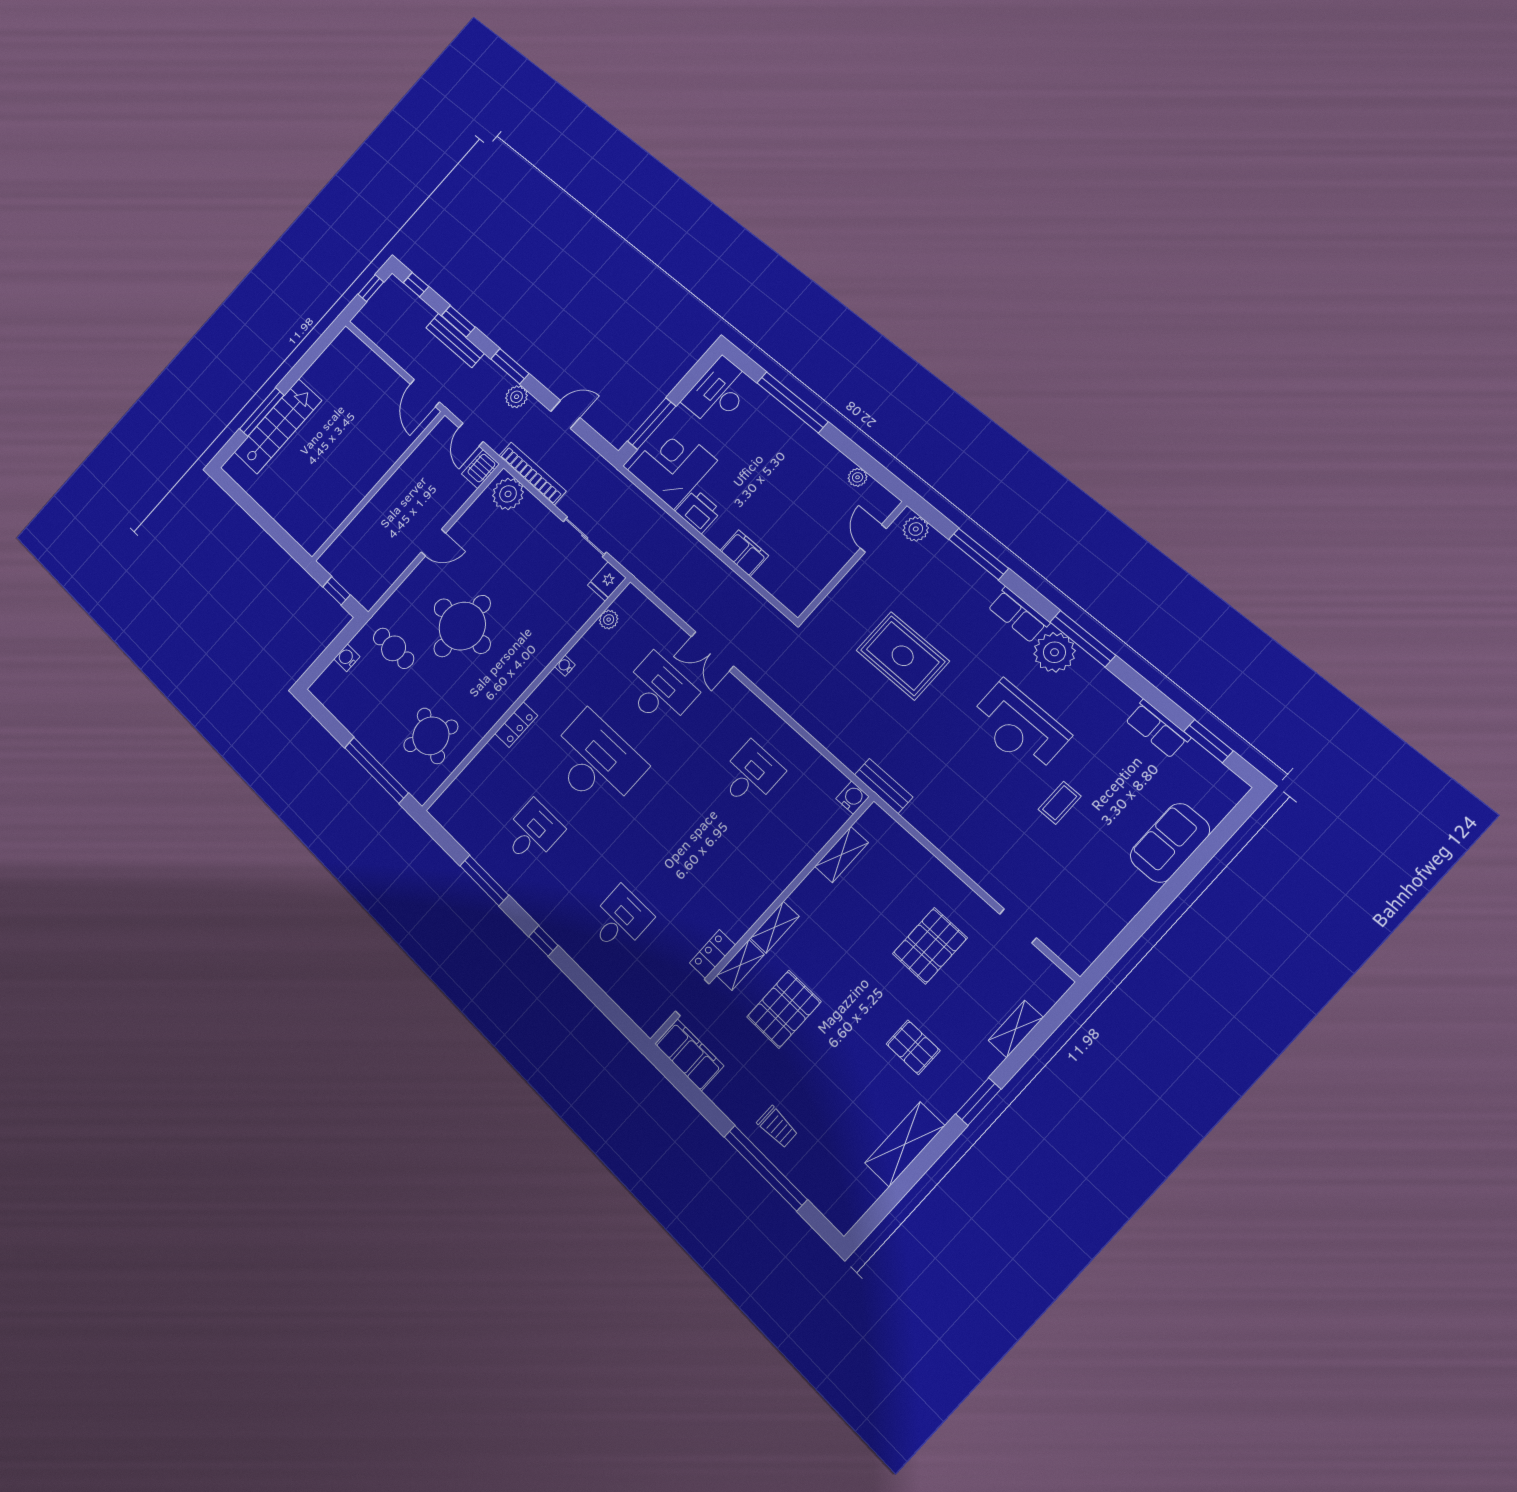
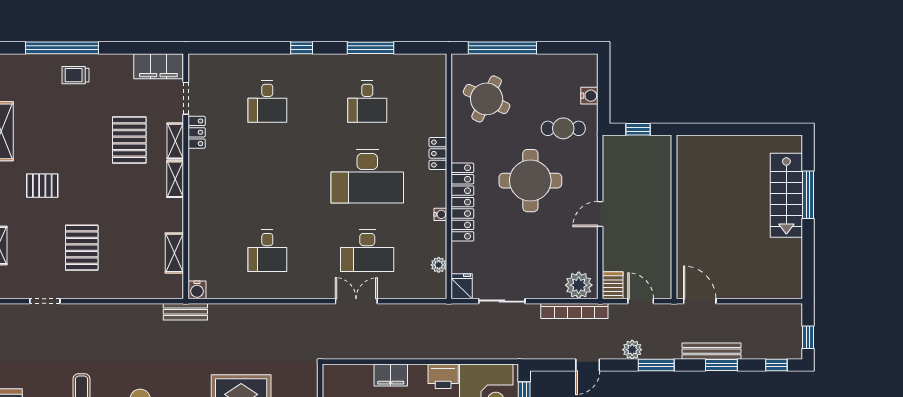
locker: (536, 660) -> (462, 202), added

